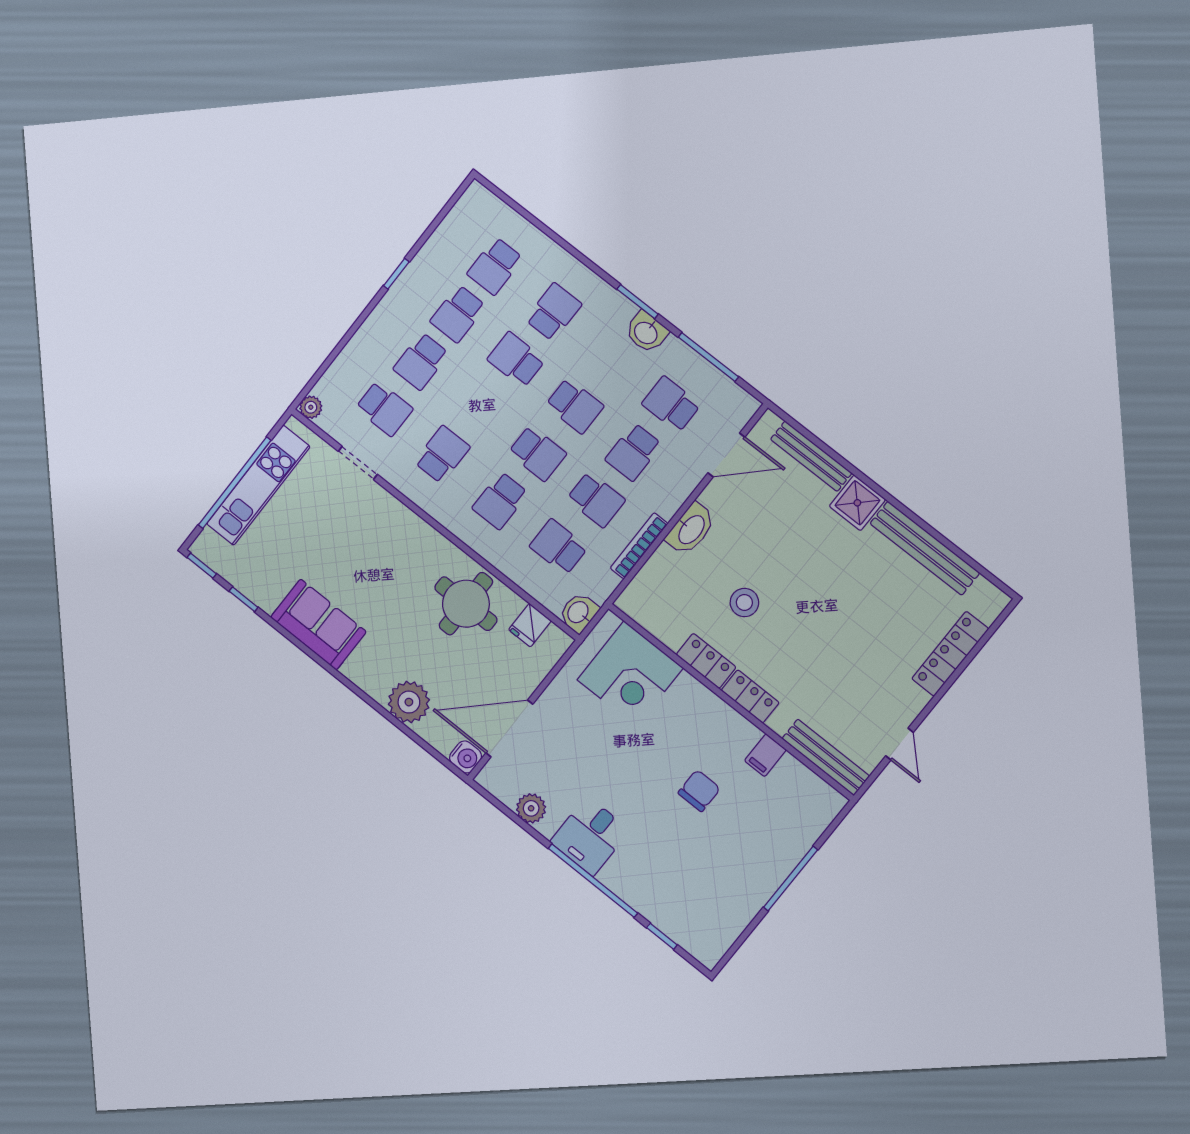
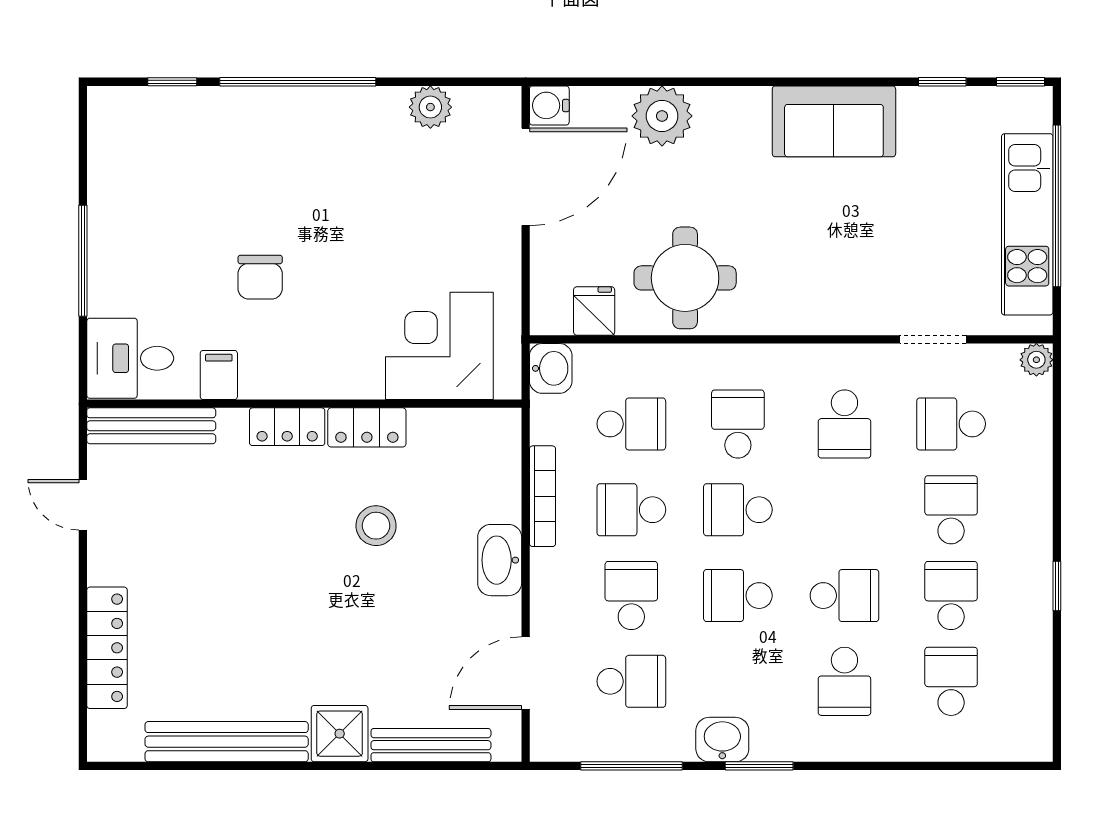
desk: (590, 836) -> (130, 358), moved, turned -90

